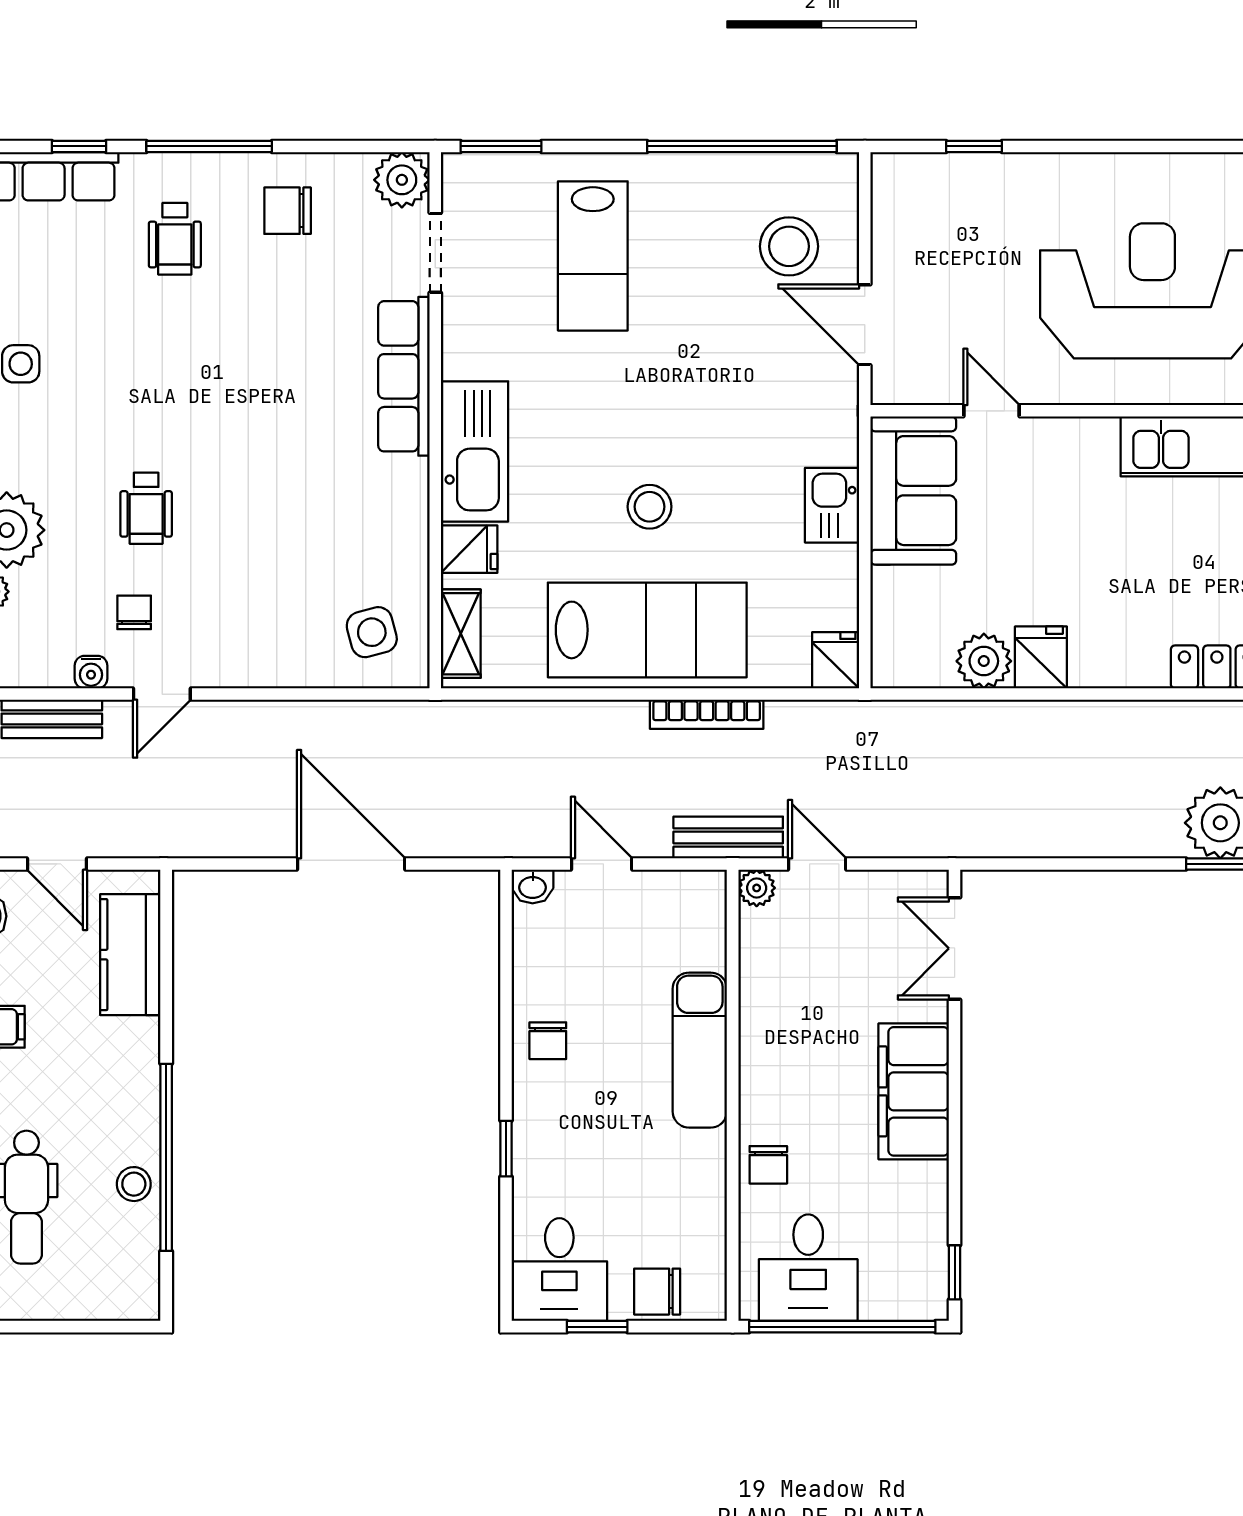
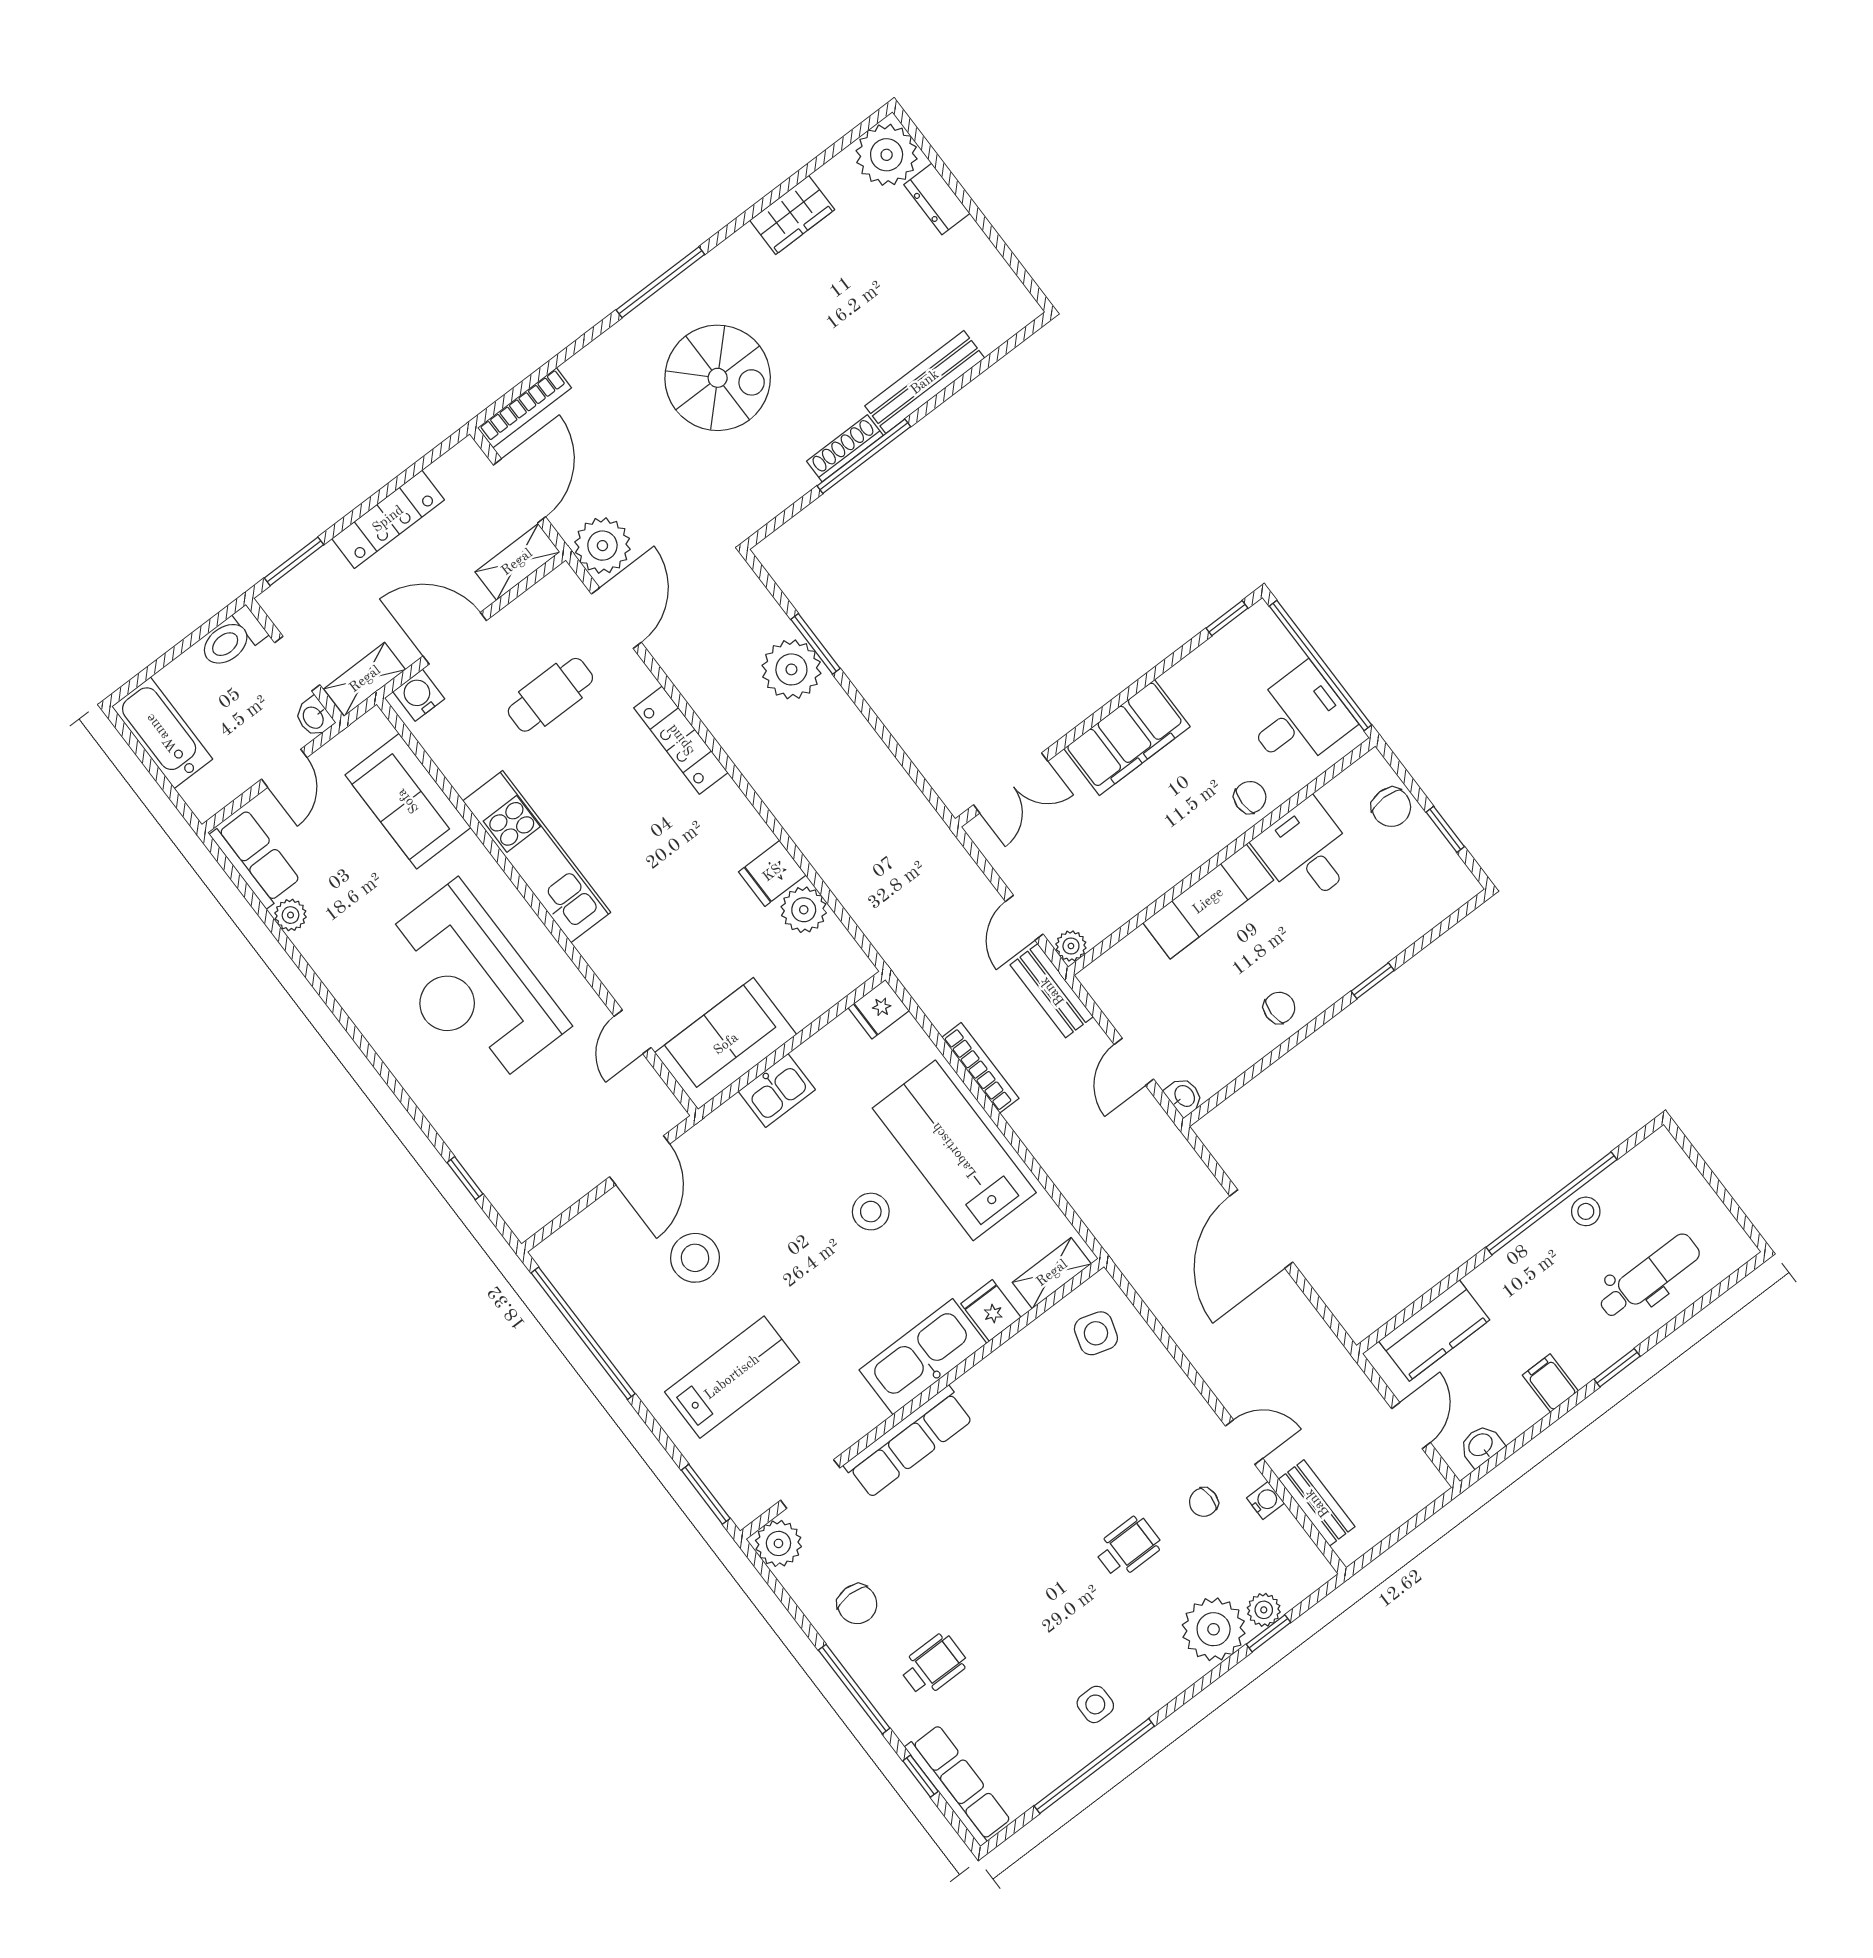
stool: (789, 246) -> (695, 1258), moved
side table: (372, 632) -> (1096, 1333), turned 32
desk: (559, 1270) -> (1307, 852), moved, turned -90

